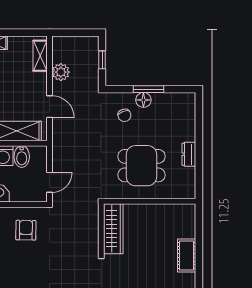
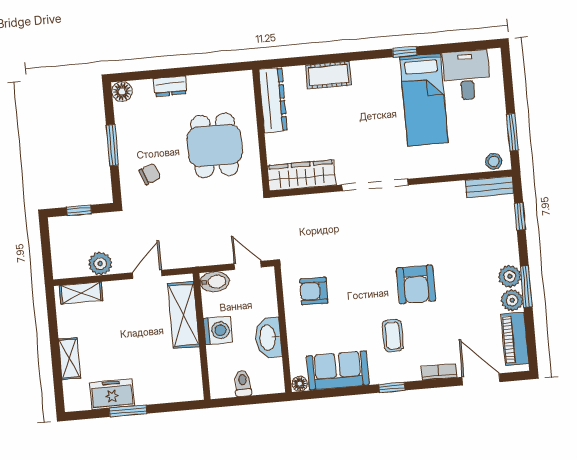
floor lamp: (143, 100) -> (122, 92), moved
dresser: (189, 154) -> (170, 86), moved
bidet: (22, 157) -> (215, 282), moved
dresser: (171, 212) -> (273, 100), added

